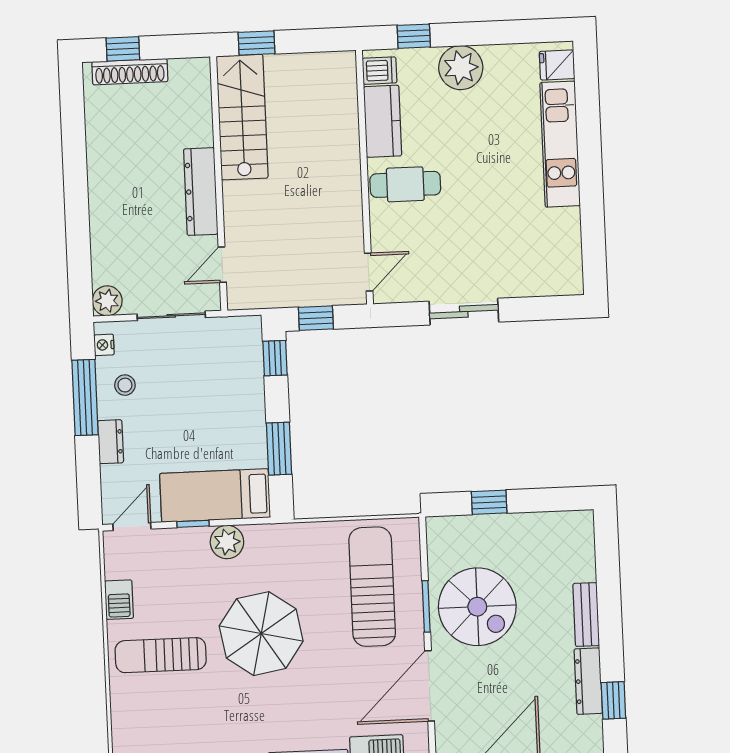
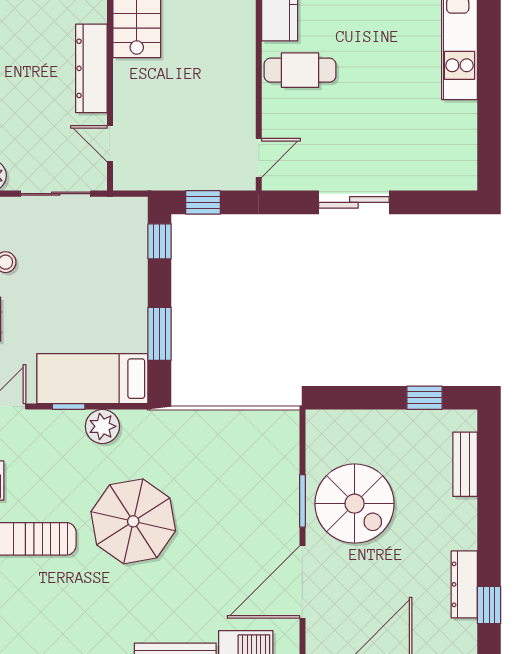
door: (222, 265) -> (110, 144), hinge flipped
window: (489, 502) -> (425, 398), moved
sun lounger: (372, 587) -> (248, 478), removed
bench: (586, 615) -> (465, 464), moved

